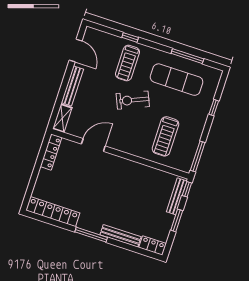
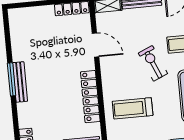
locker: (53, 212) -> (90, 97), moved, turned 180
bench: (121, 236) -> (20, 82), moved

